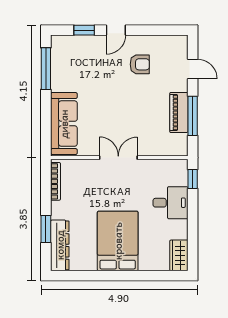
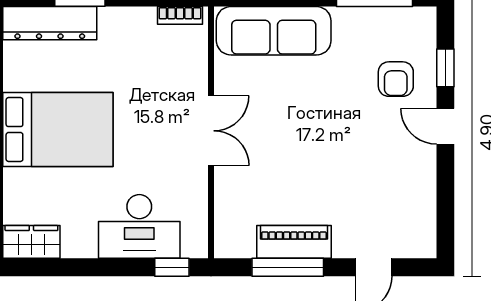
armchair: (140, 64) -> (396, 79), moved
bookcase: (56, 181) -> (180, 15), width x0.64
desk: (170, 203) -> (139, 226), width x1.37

